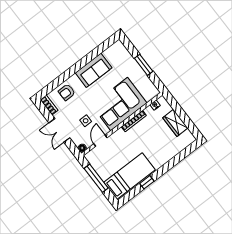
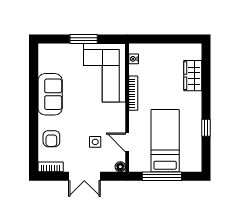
corner sofa: (119, 104) -> (104, 73), moved
wardrobe: (175, 123) -> (193, 76), moved, turned 90
bed: (129, 176) -> (165, 141), moved

